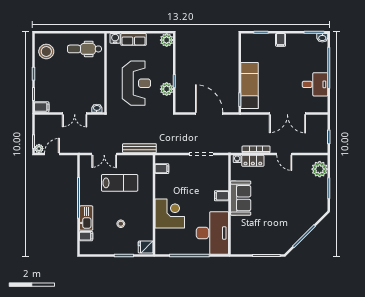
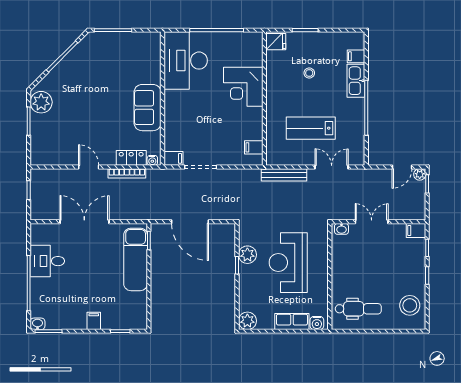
plant: (320, 169) -> (41, 102), moved
filing cabinet: (221, 196) -> (173, 158), moved

